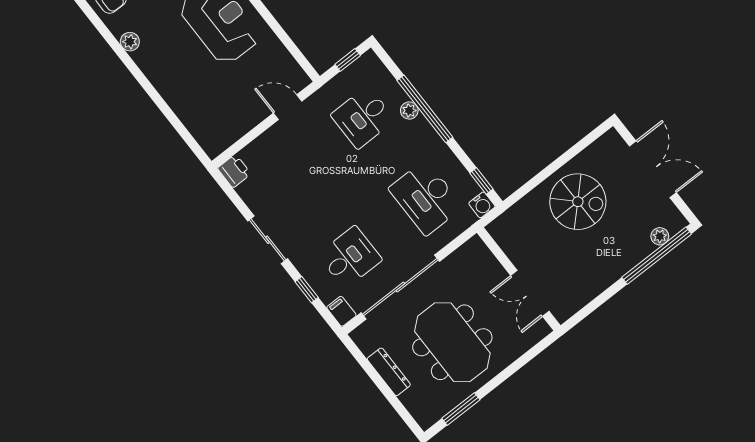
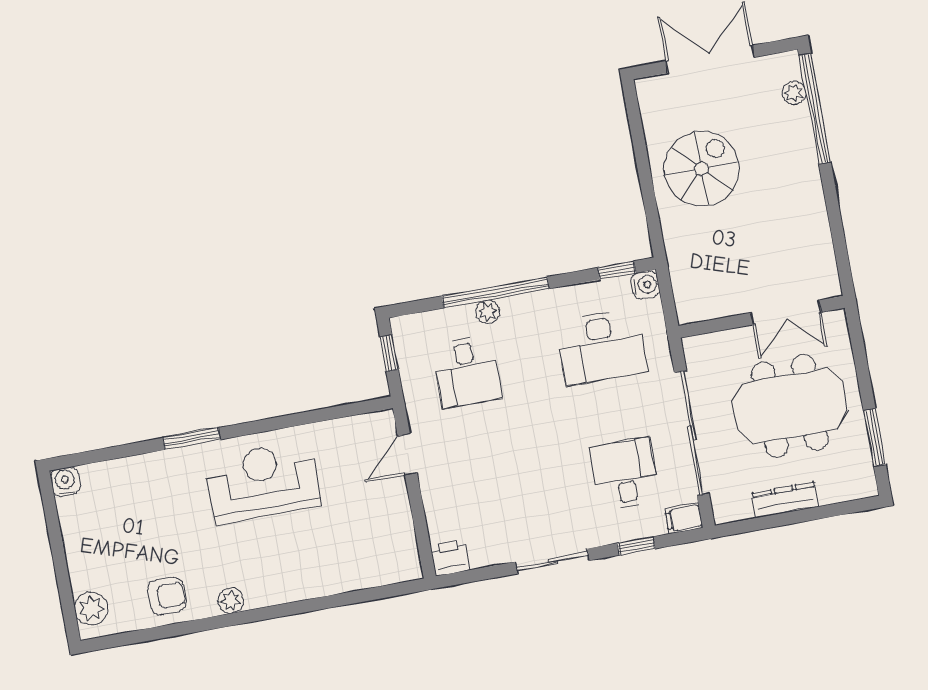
wall: (519, 279) -> (762, 317), moved
double door: (530, 293) -> (786, 312), moved

